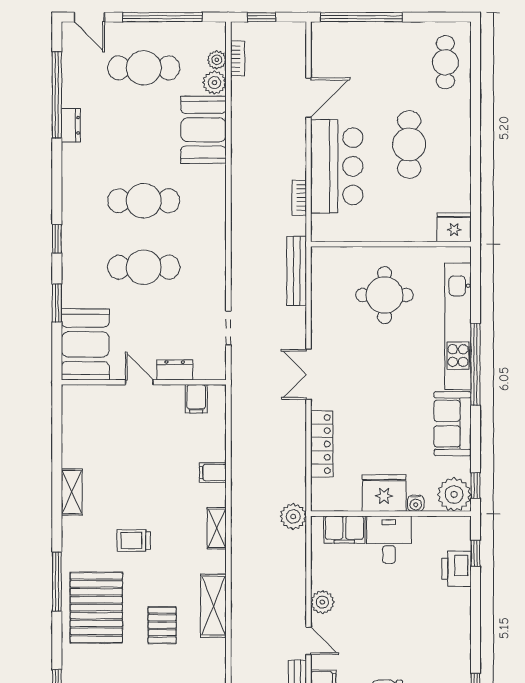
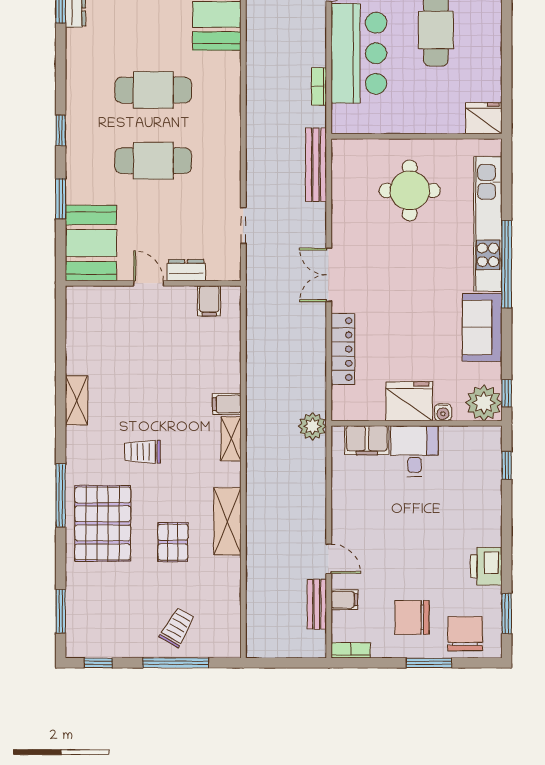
filing cabinet: (213, 473) -> (227, 404), moved
printer: (456, 569) -> (486, 566), moved
plant: (322, 602) -> (344, 518), removed

